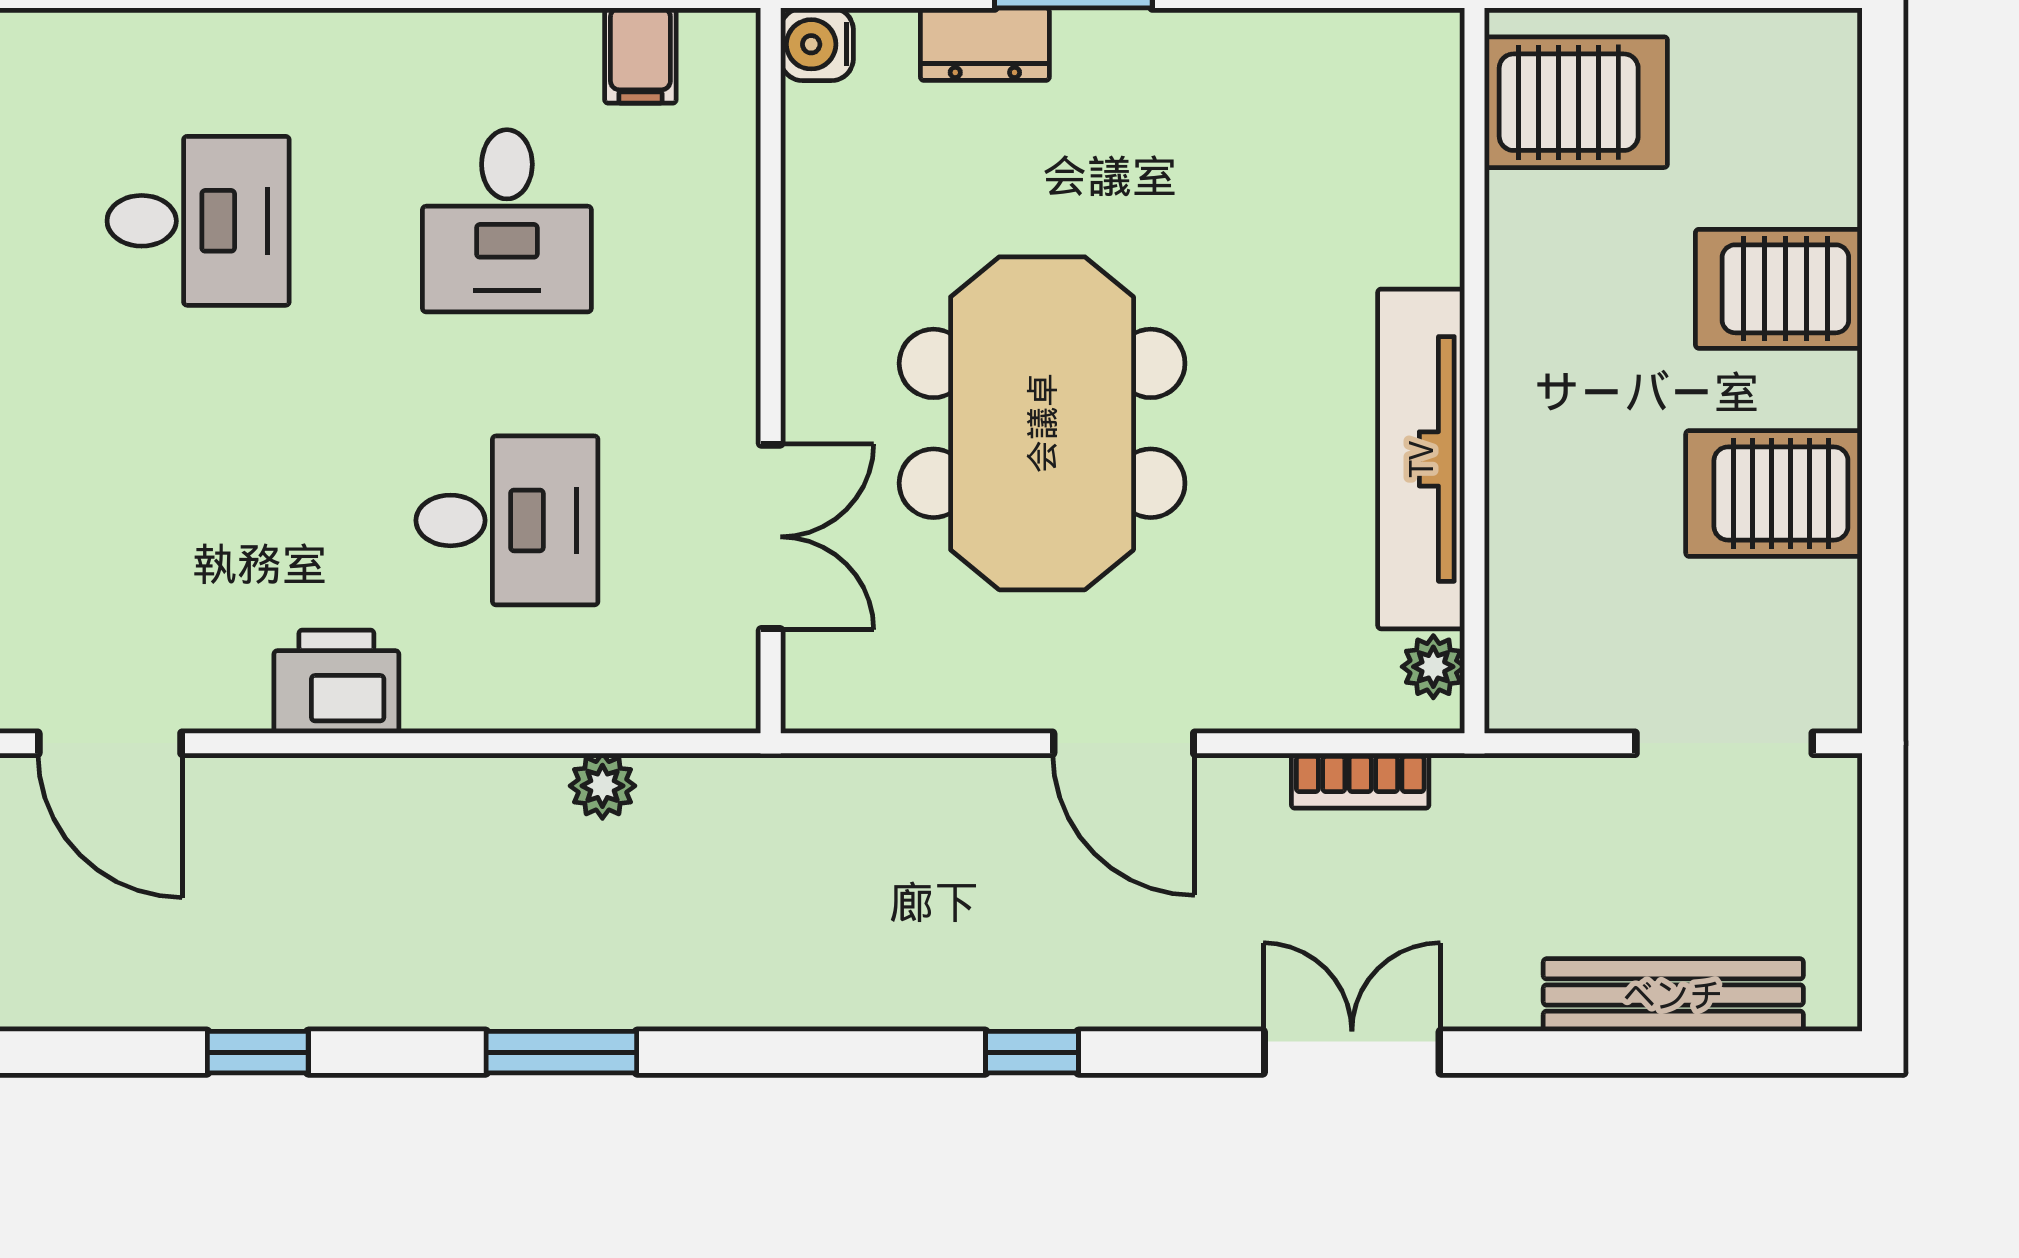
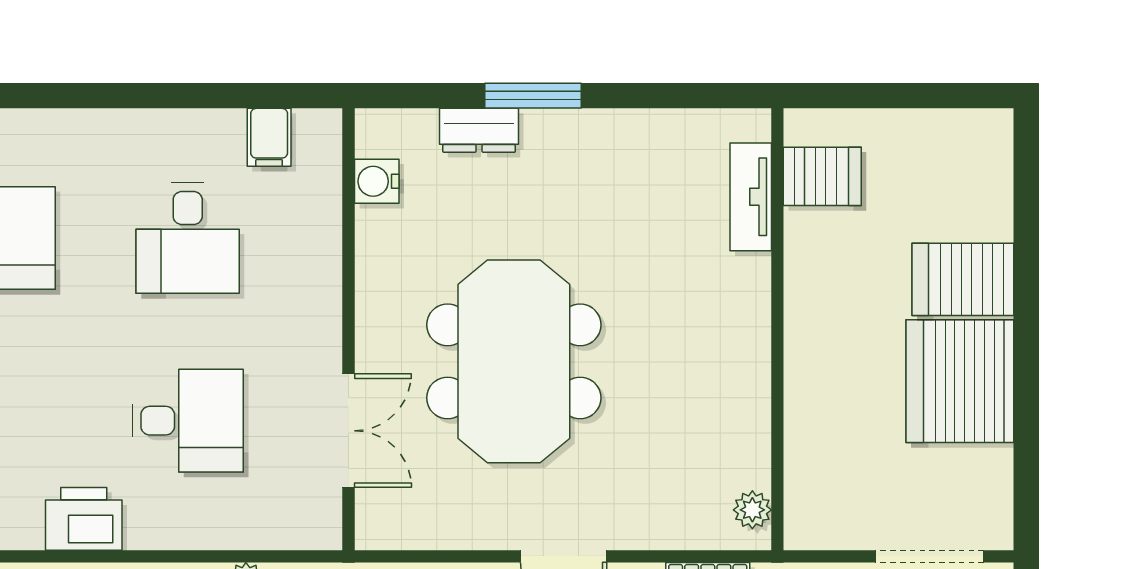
water cooler: (817, 44) -> (377, 181), moved
server rack: (1576, 102) -> (822, 176), width x0.73, depth x0.70
tv unit: (1421, 459) -> (751, 197), moved, width x0.52, depth x0.78
server rack: (1774, 494) -> (960, 381), width x1.60

